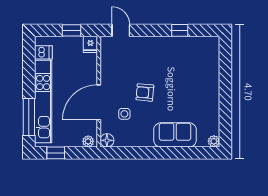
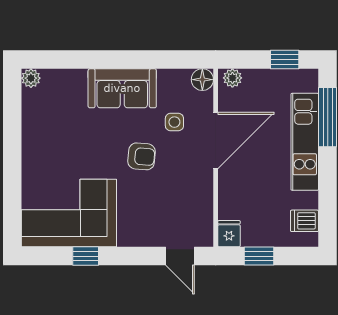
corner sofa: (190, 57) -> (69, 213), added
kitchen unit: (43, 102) -> (305, 142), width x0.73
sofa: (175, 135) -> (122, 88), moved

